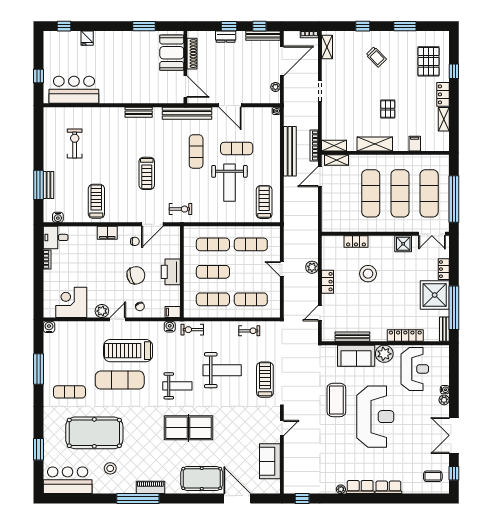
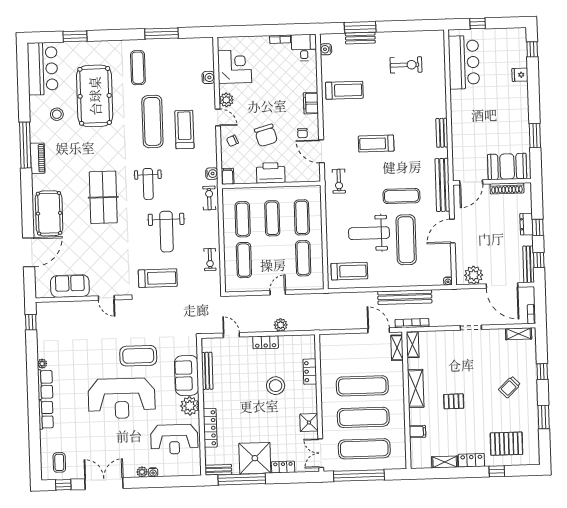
plant: (275, 87) -> (474, 275), width x1.88, depth x1.88
exercise mat: (237, 148) -> (406, 240), width x1.36, depth x1.45
water cooler: (49, 327) -> (208, 77), moved
treadmill: (128, 351) -> (184, 129), width x0.73, depth x0.73

